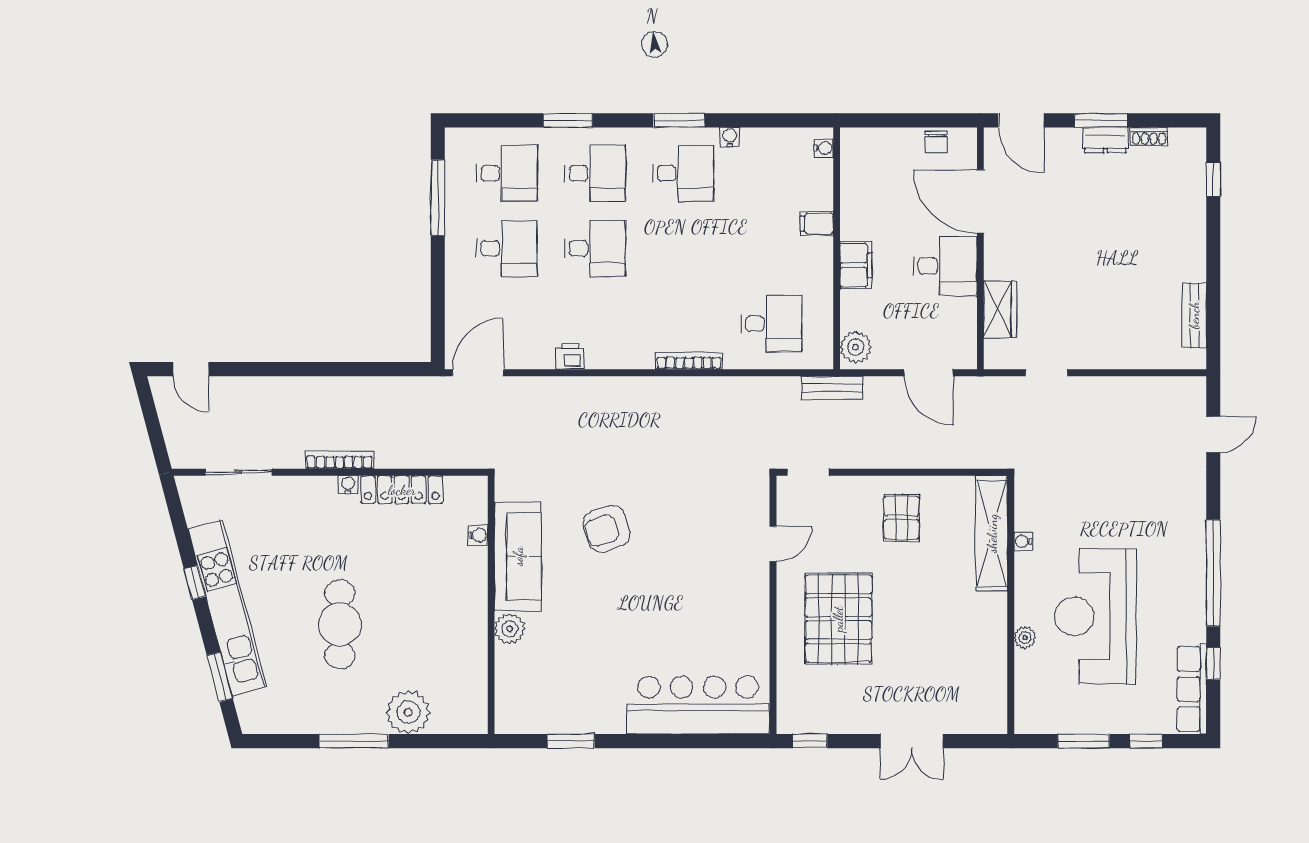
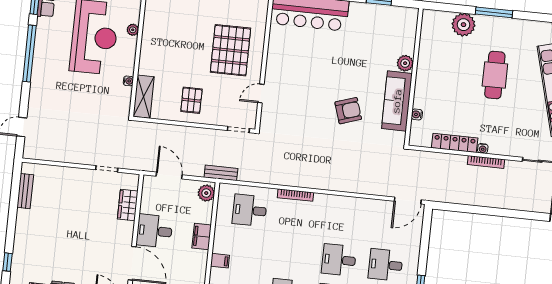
printer: (570, 356) -> (358, 204), removed
shelving: (992, 533) -> (144, 97), width x0.68

